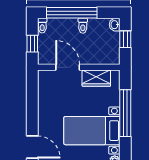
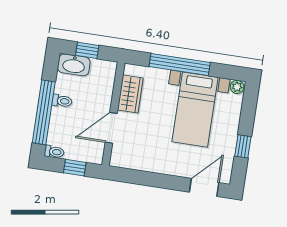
washbasin: (115, 25) -> (74, 65), width x1.91, depth x1.45

